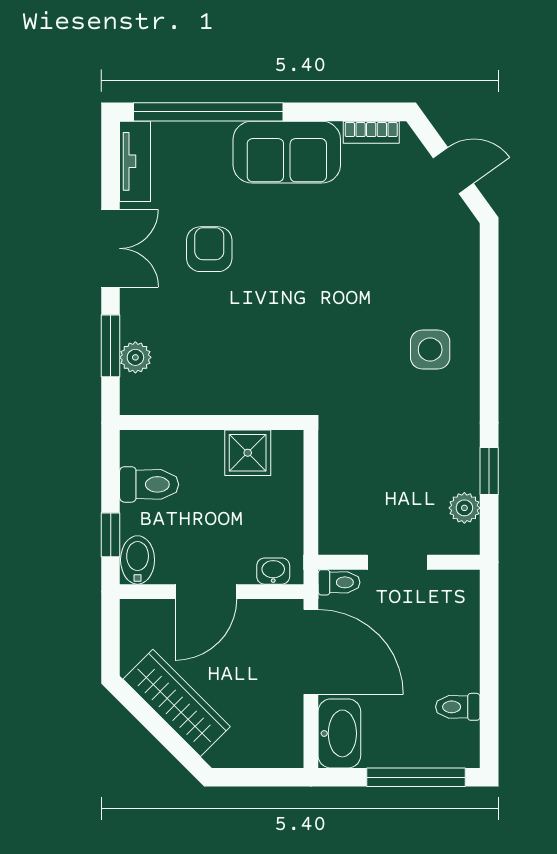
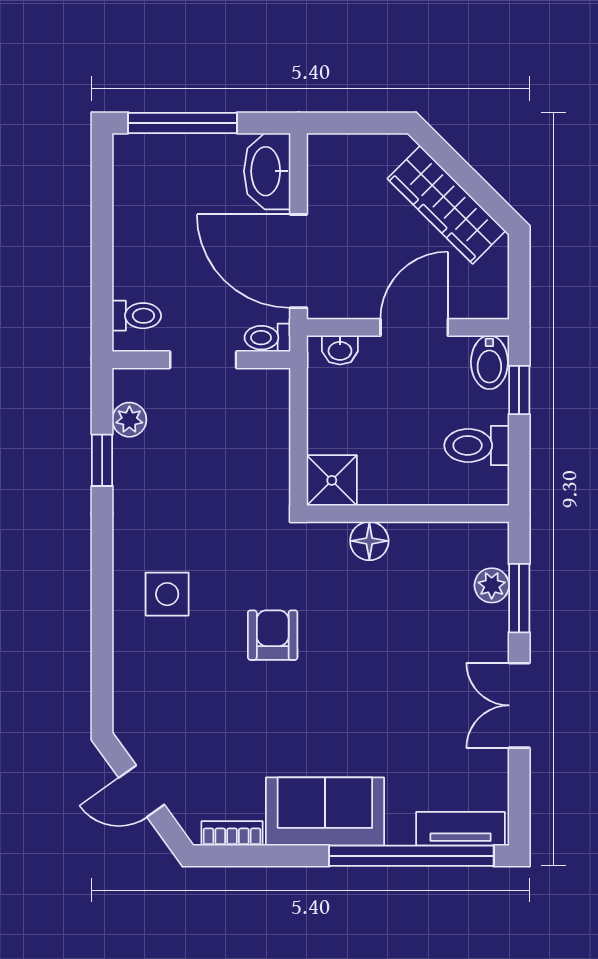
tv unit: (135, 161) -> (461, 829), moved, turned 90
armchair: (209, 249) -> (273, 635), moved, turned 180
floor lamp: (247, 398) -> (369, 541), added
shower: (248, 453) -> (332, 480), moved
toilet: (458, 707) -> (137, 316), moved

